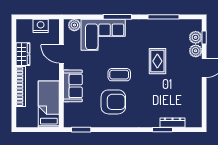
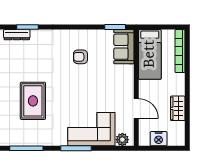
rug: (157, 61) -> (33, 101), width x1.36, depth x1.43
coffee table: (119, 75) -> (74, 86), removed
sofa: (73, 86) -> (124, 47), moved
bookcase: (21, 87) -> (180, 51), moved
armchair: (113, 102) -> (80, 57), width x0.53, depth x0.53

